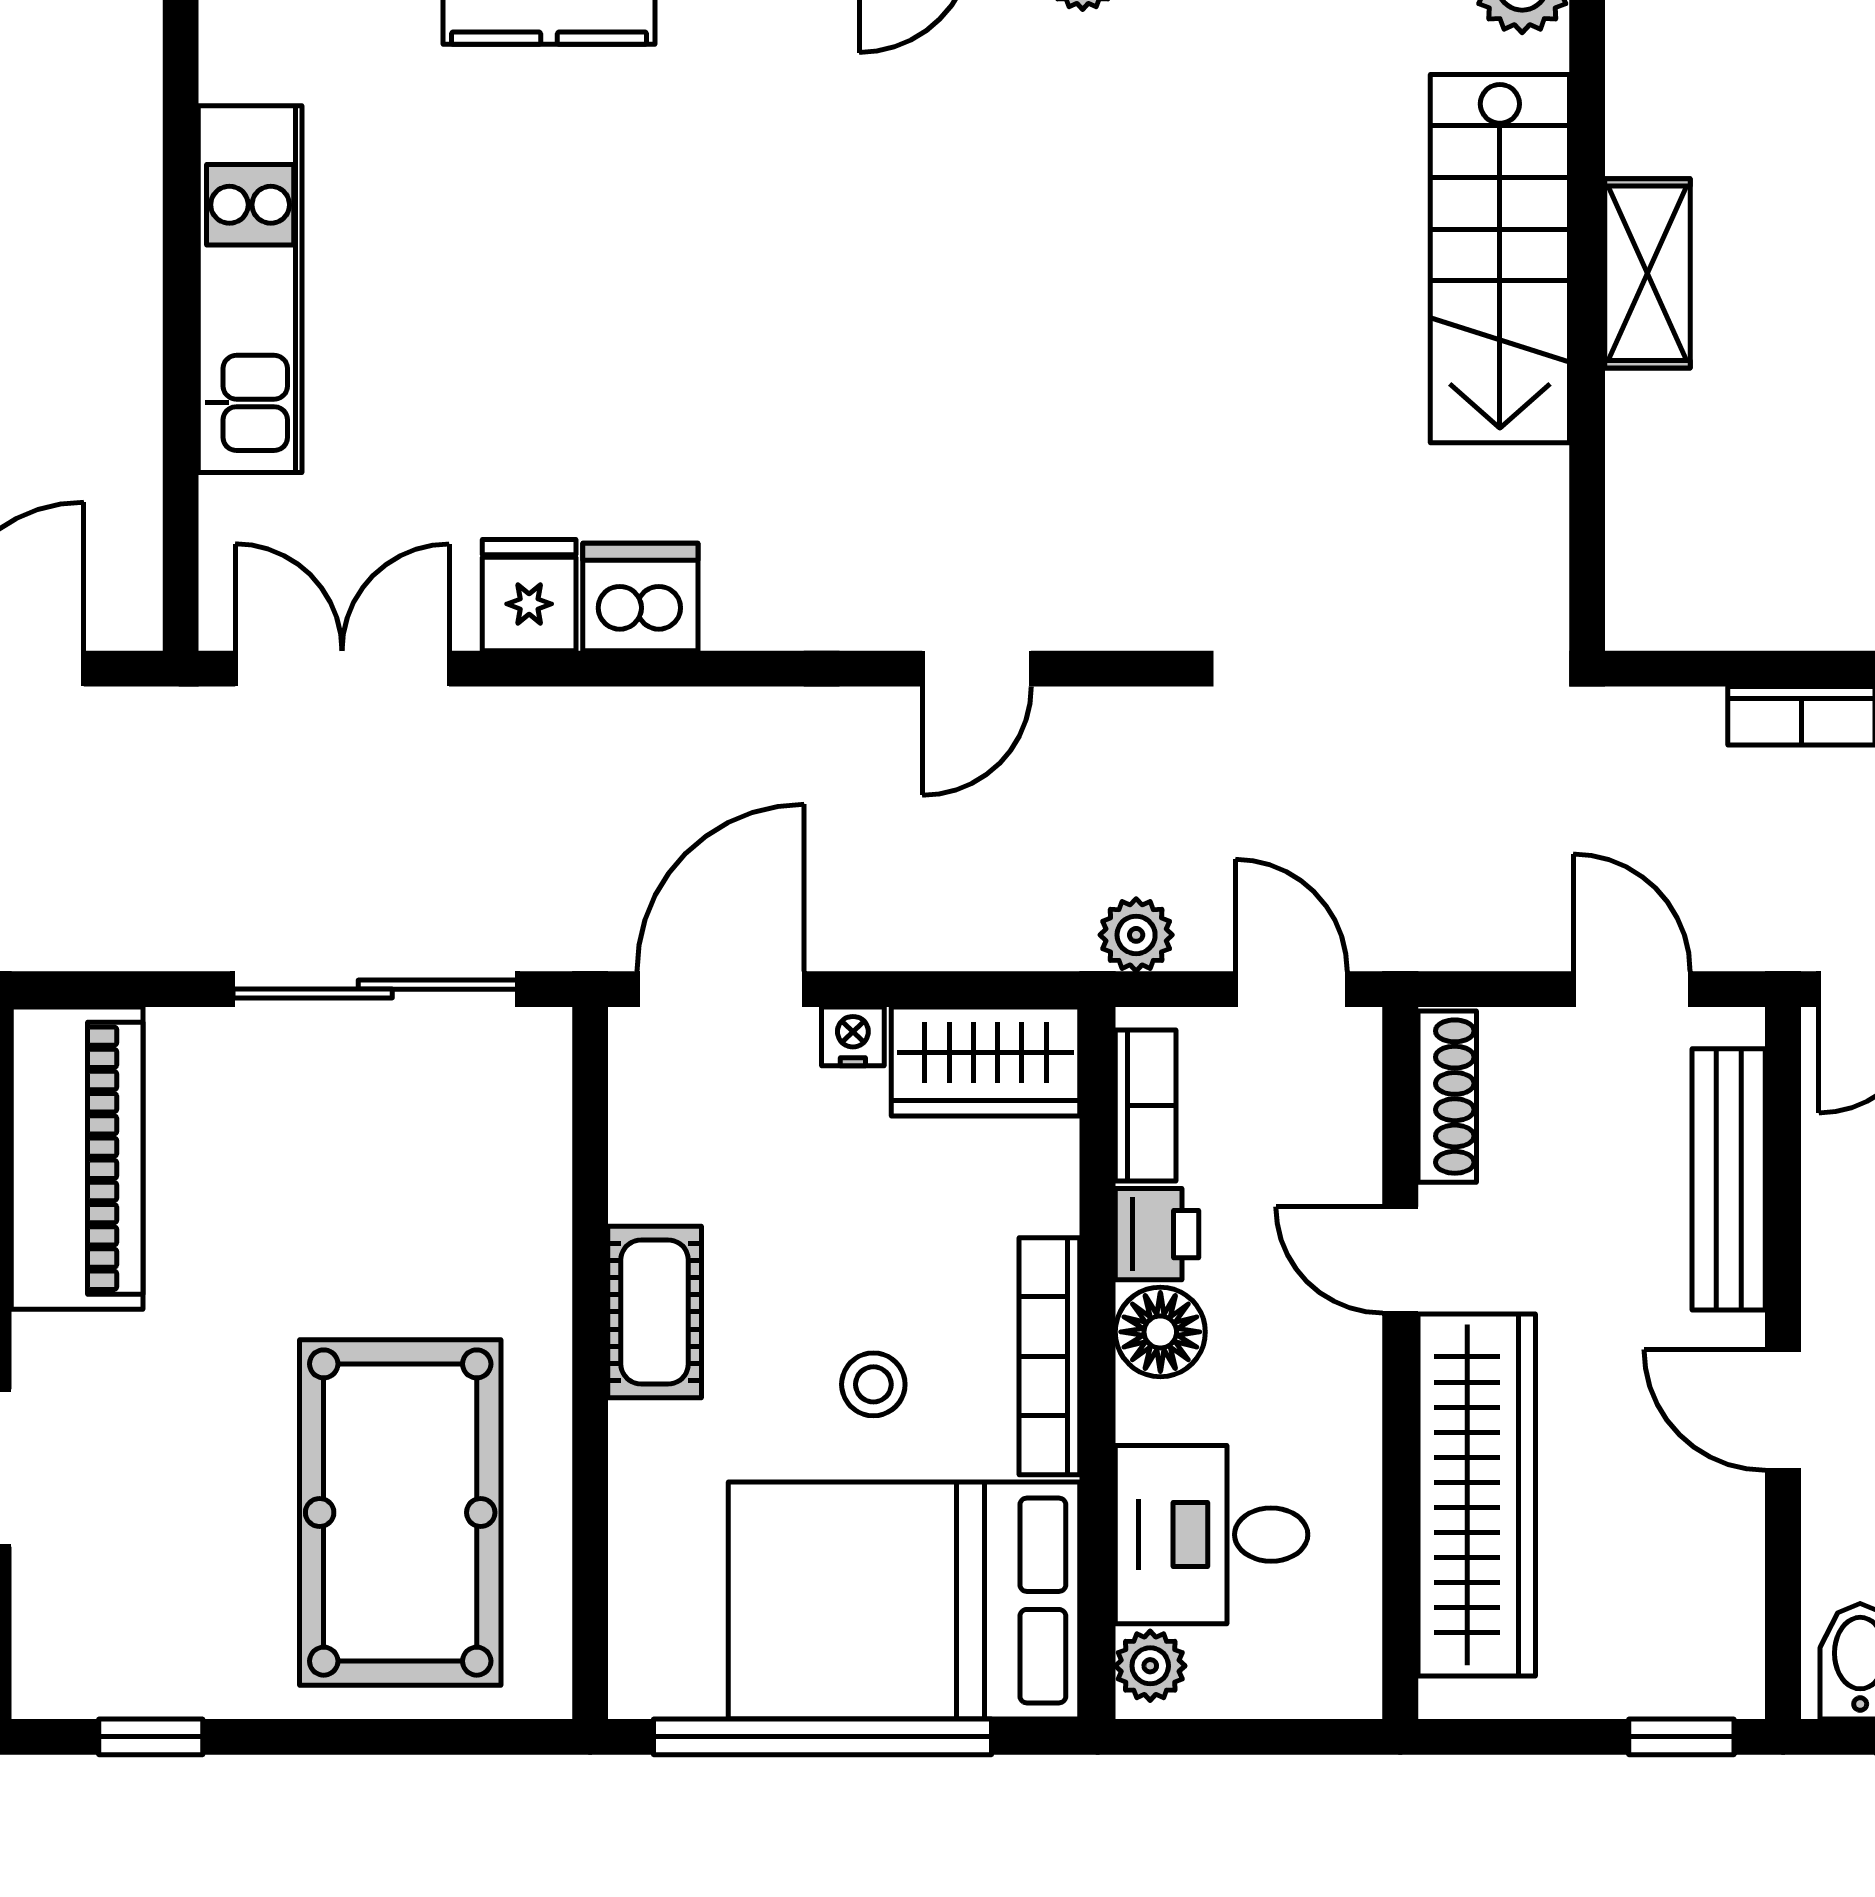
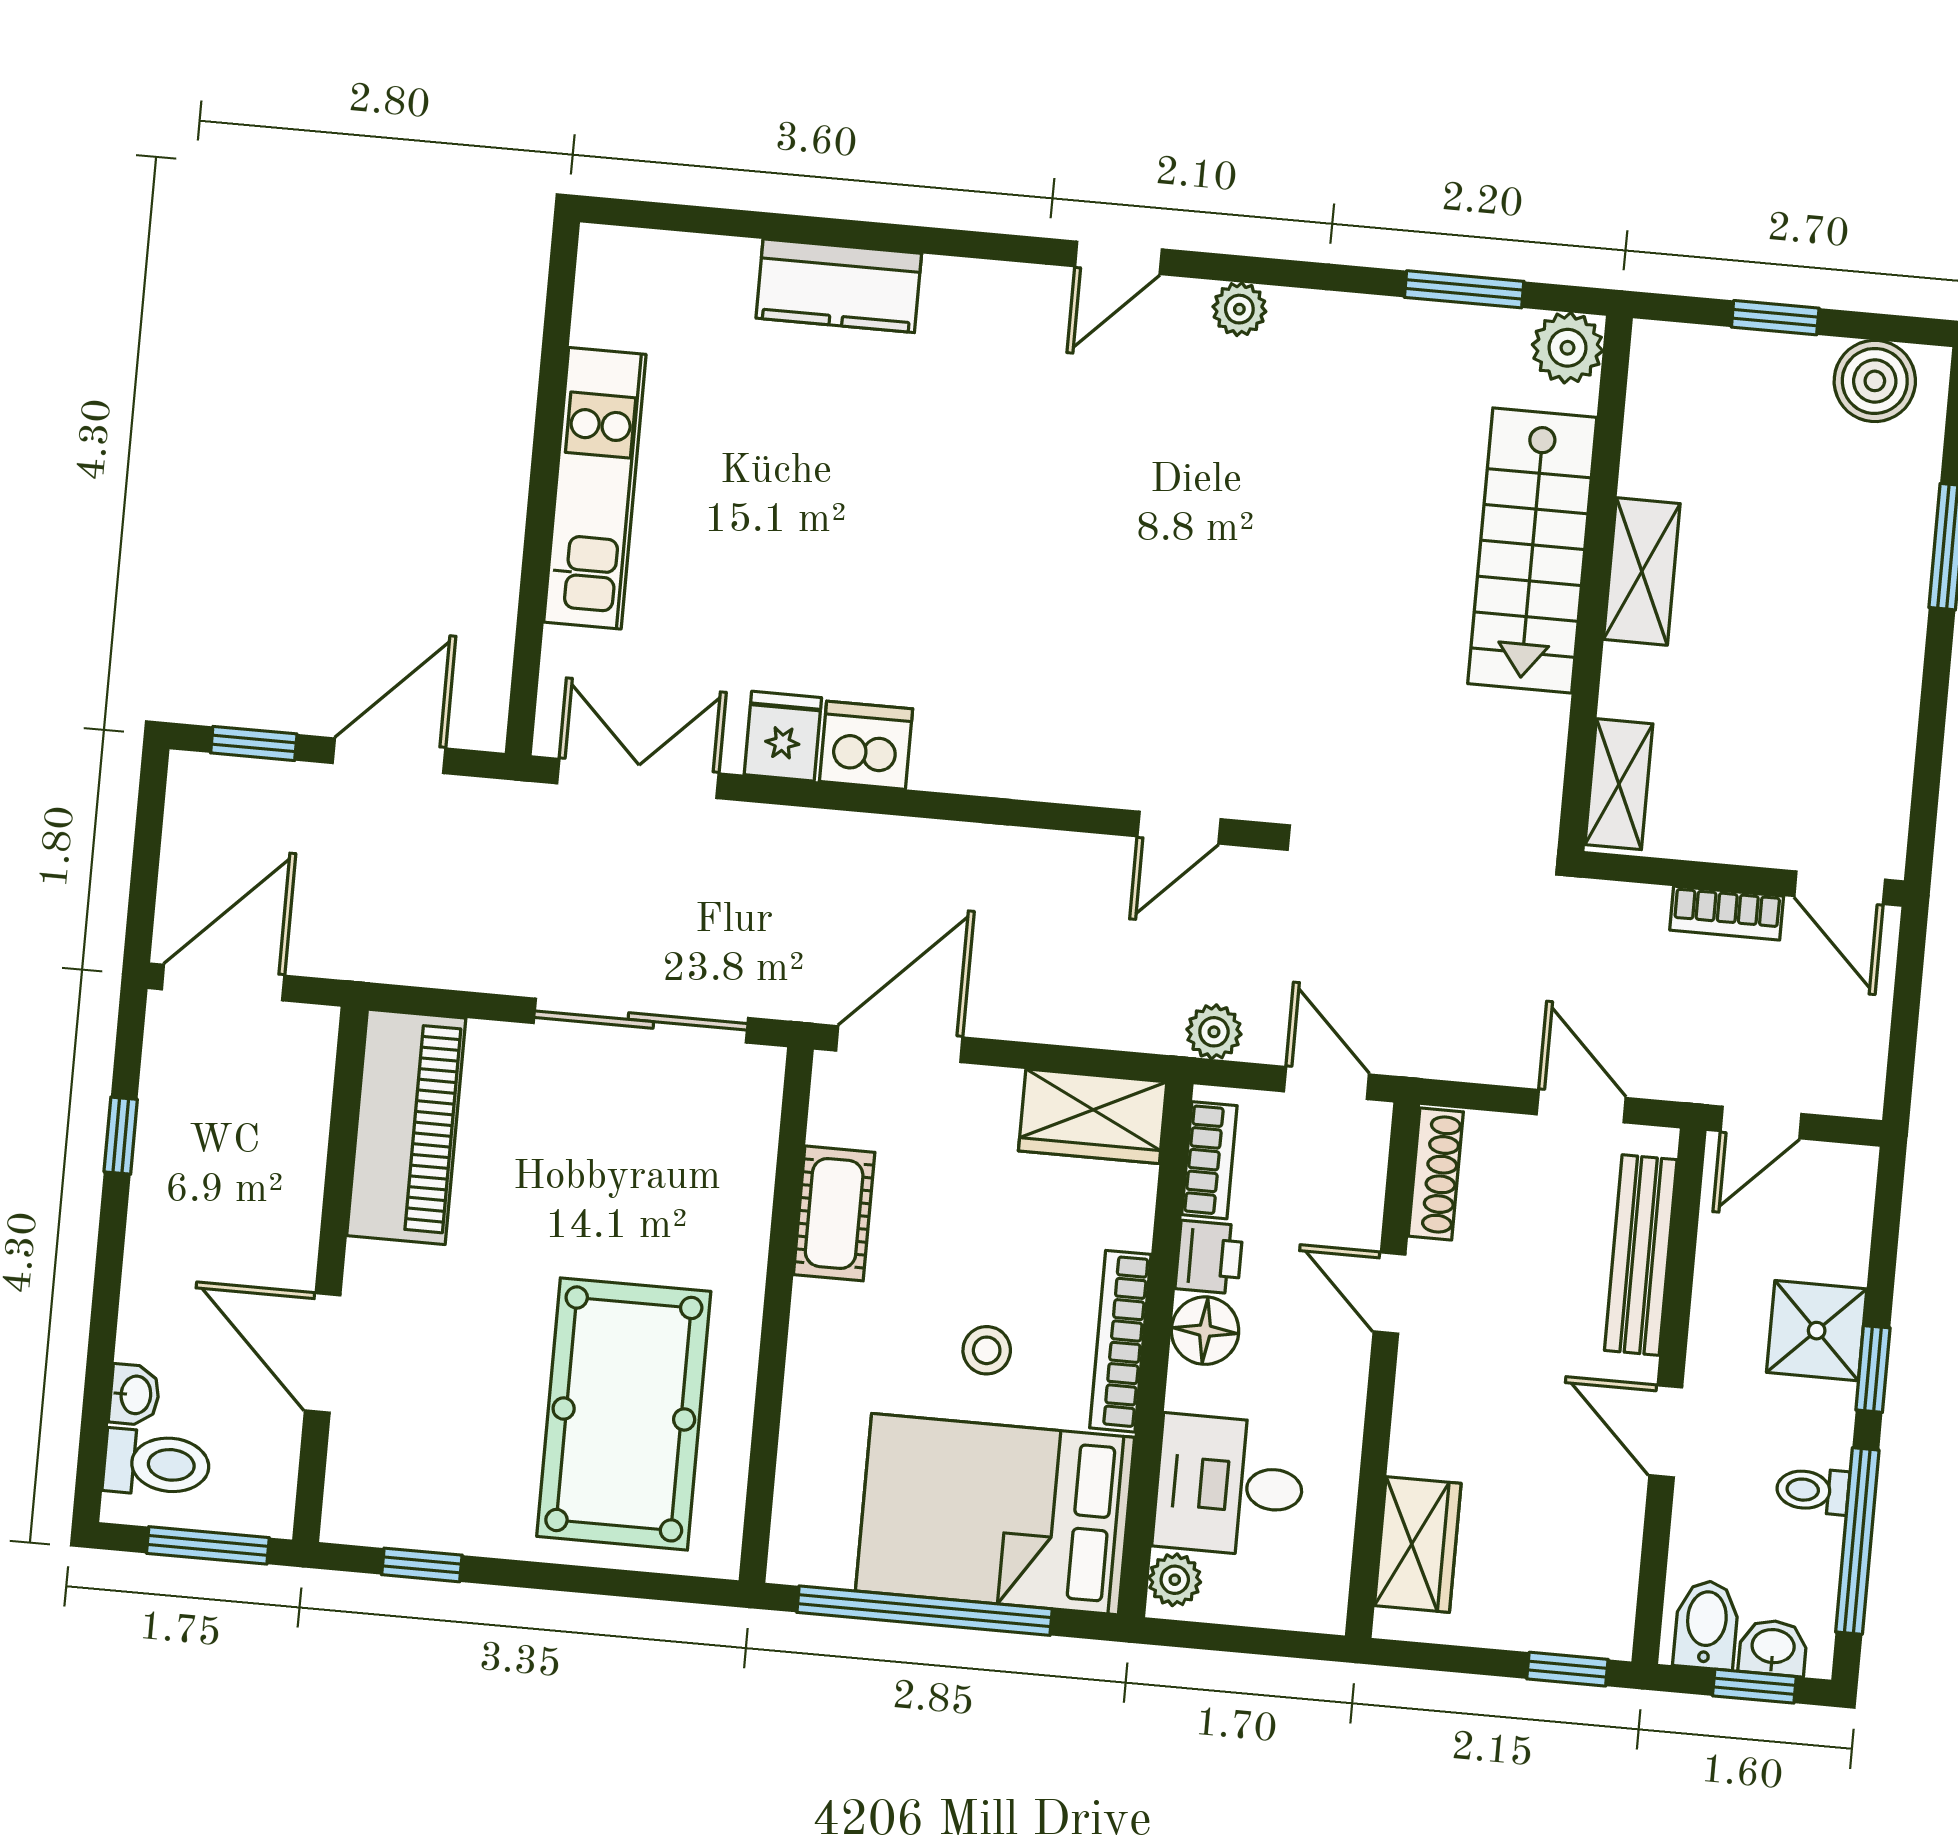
shelving: (1643, 558) -> (1619, 784), added
door: (977, 669) -> (1179, 828), moved
nightstand: (853, 1036) -> (995, 1088), removed
cot: (655, 1312) -> (834, 1213), moved
wardrobe: (1477, 1495) -> (1418, 1545), width x0.48, depth x0.85

